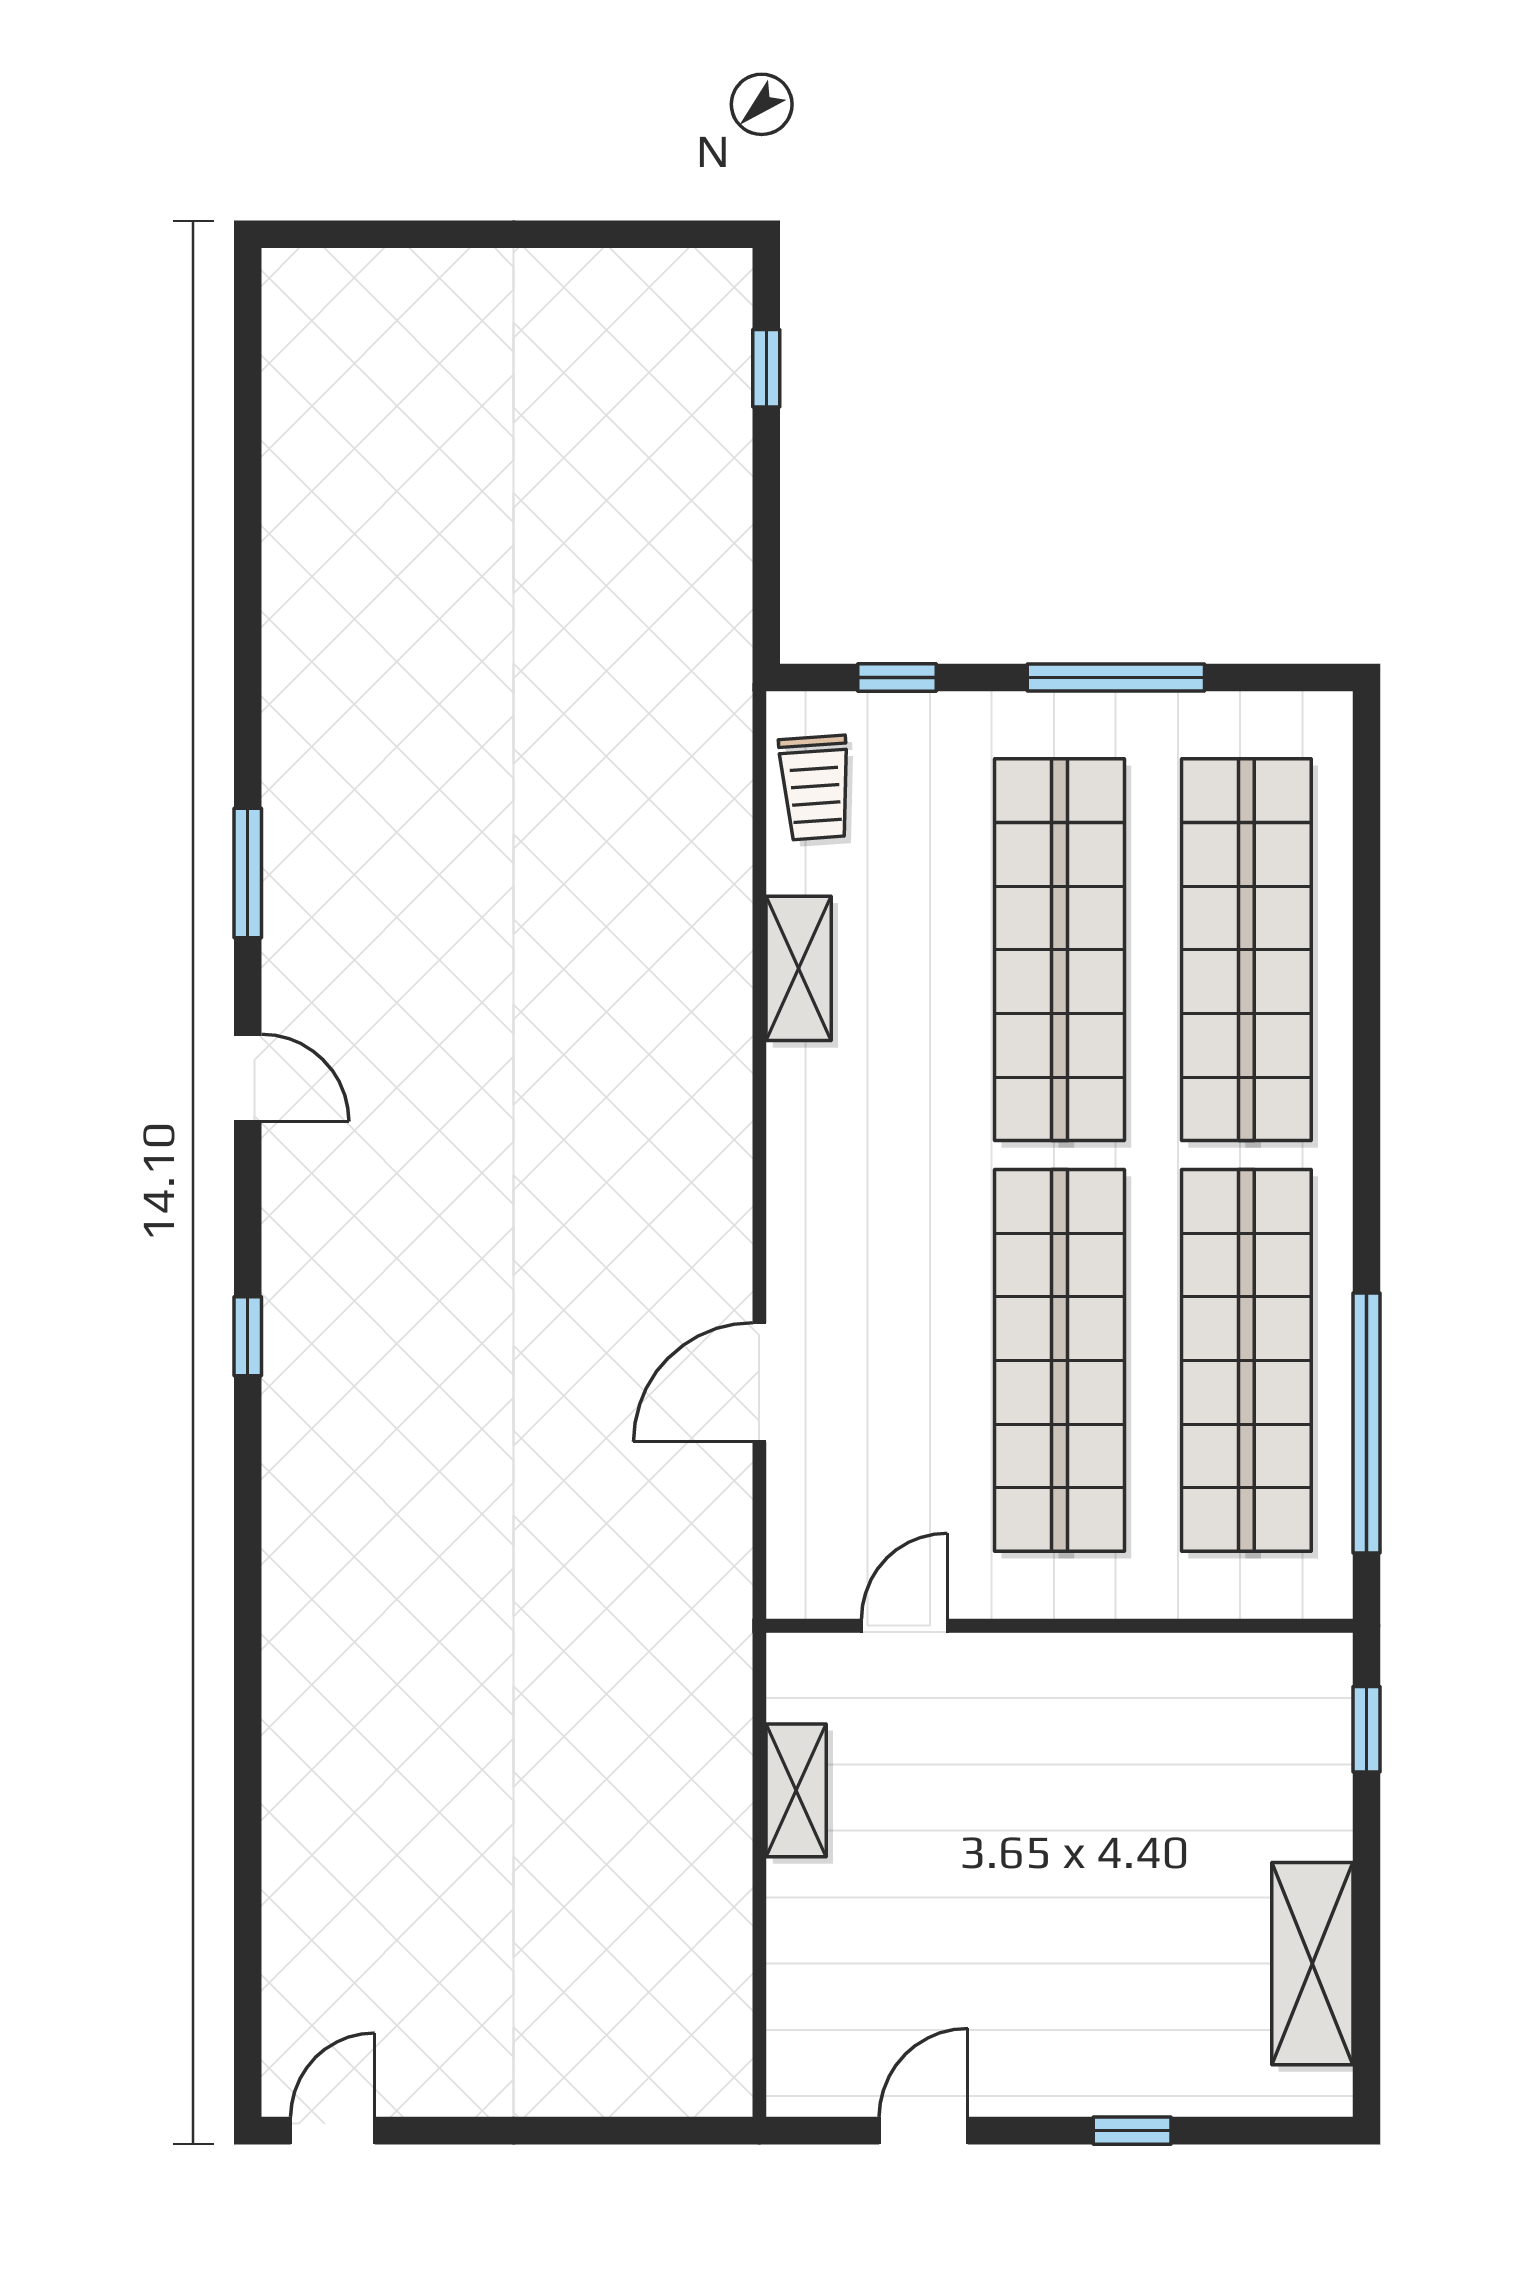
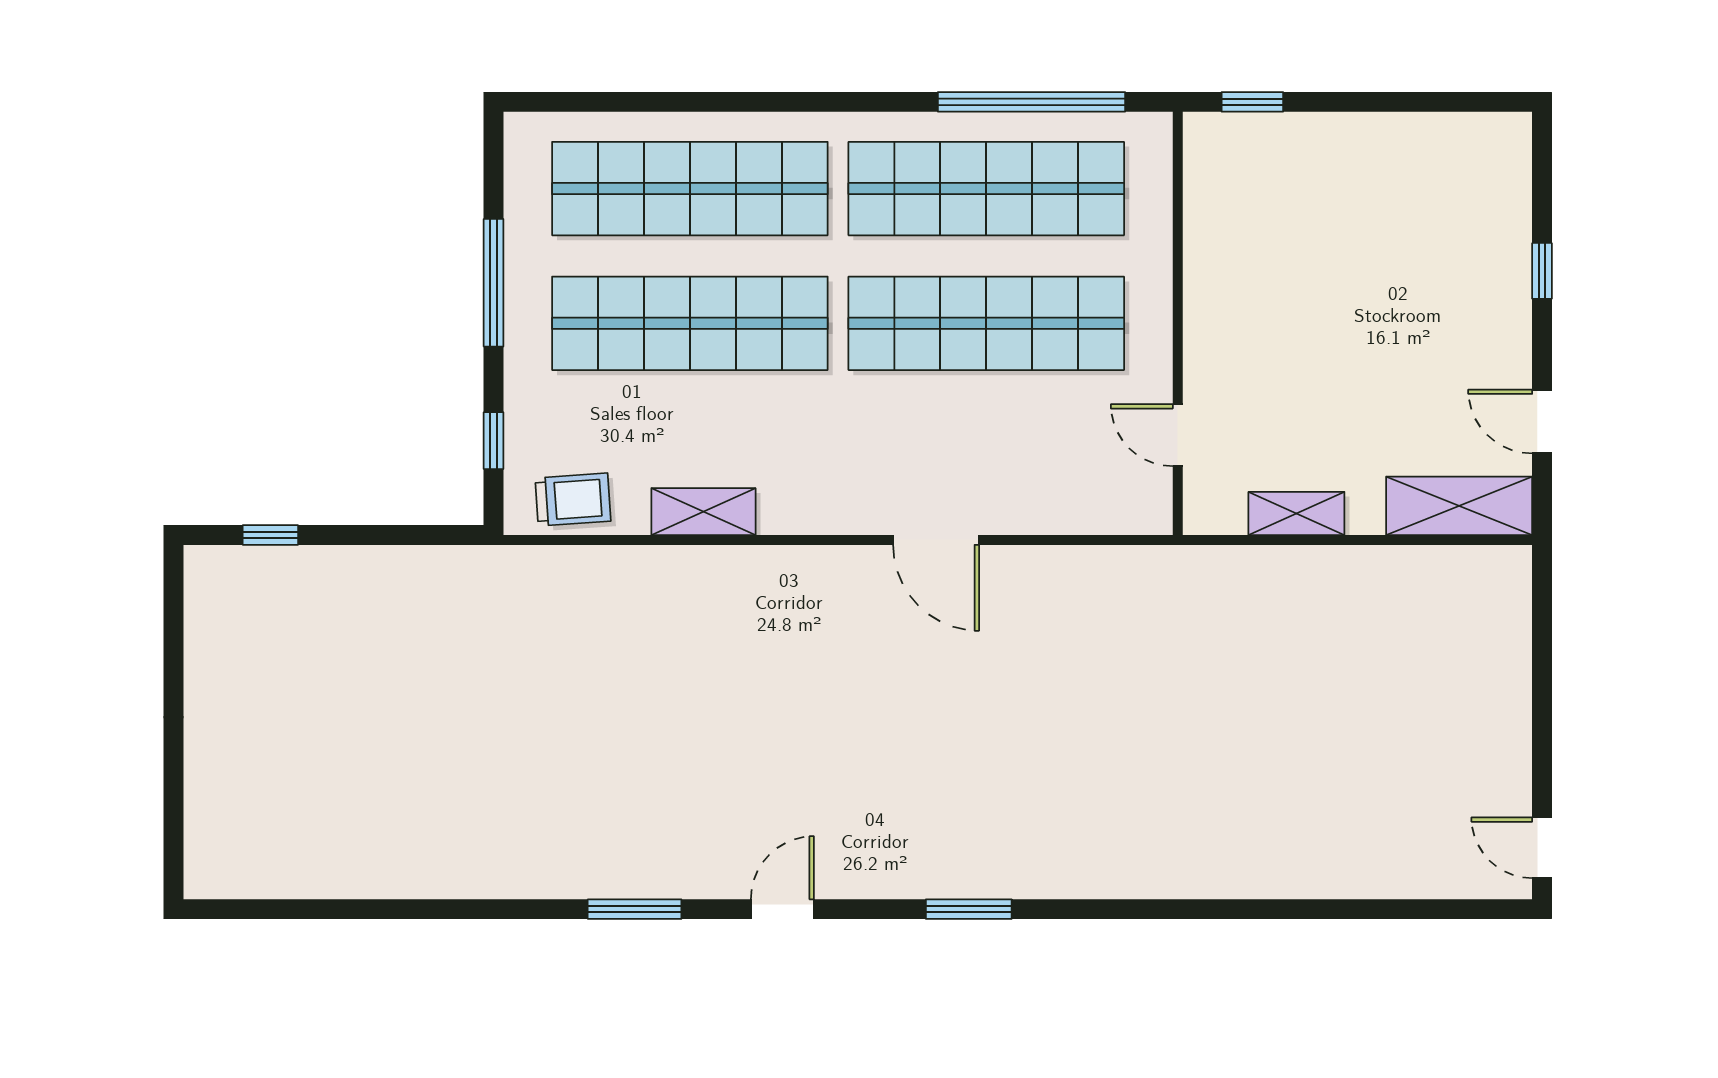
window: (248, 1336) -> (969, 909), width x1.50
door: (759, 1382) -> (936, 540), moved
shelving: (1312, 1964) -> (1459, 506), moved

